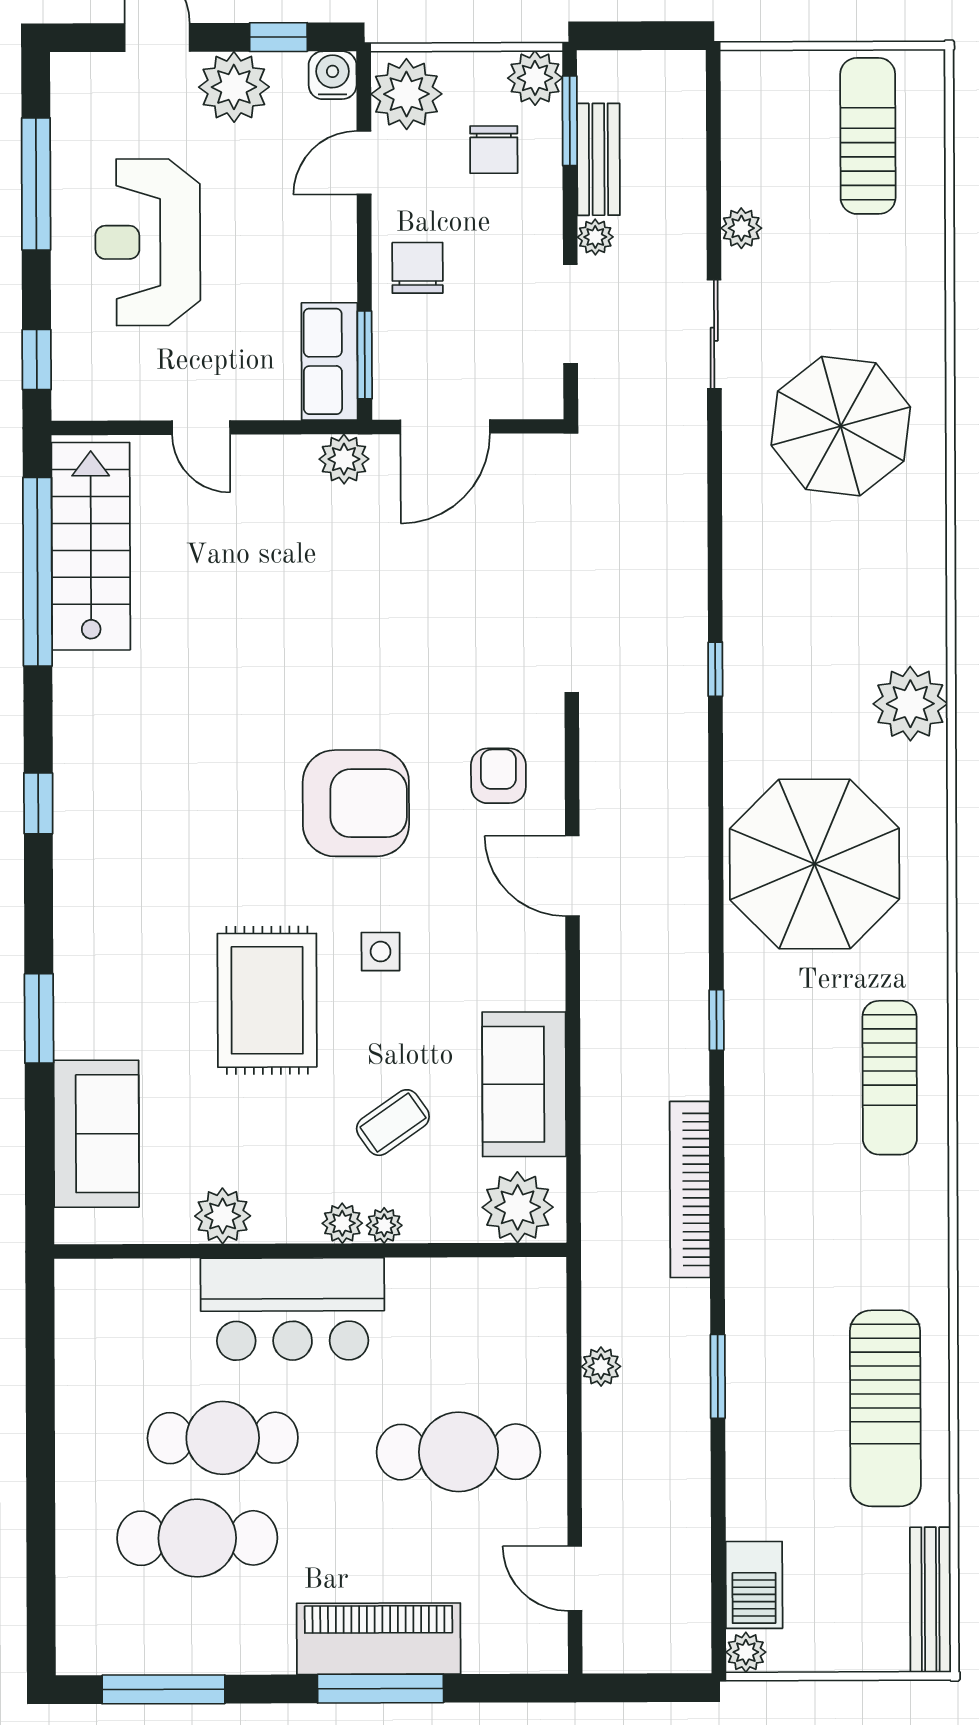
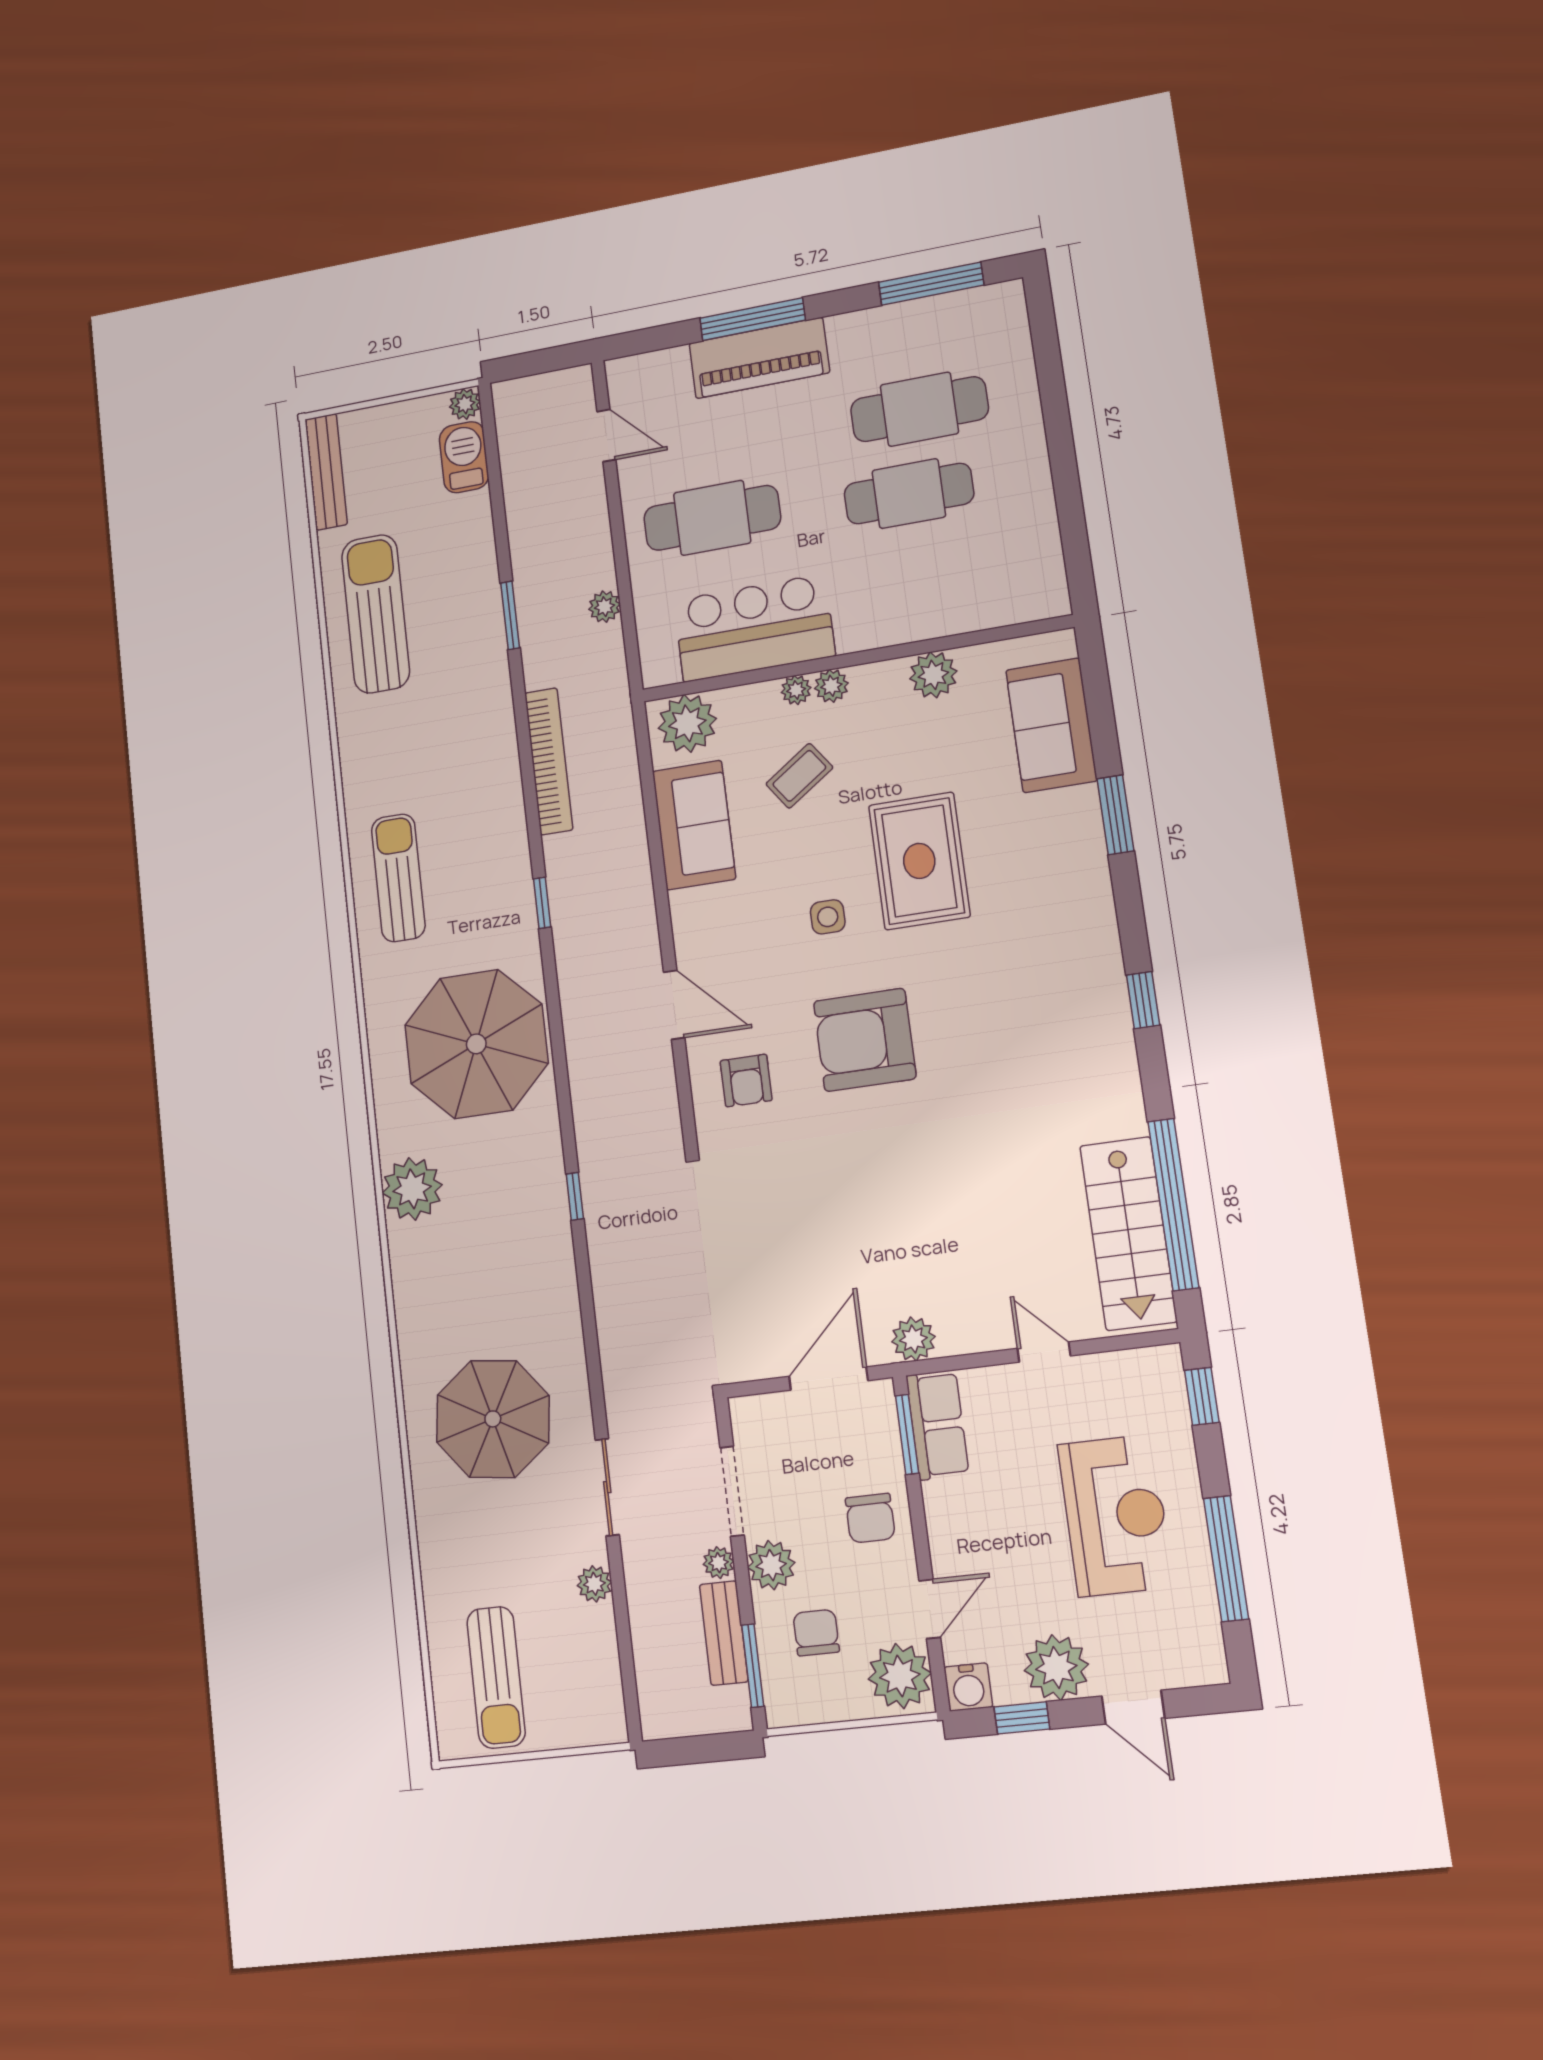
plant: (535, 78) -> (771, 1565), moved
bar counter: (292, 1309) -> (754, 628), moved

